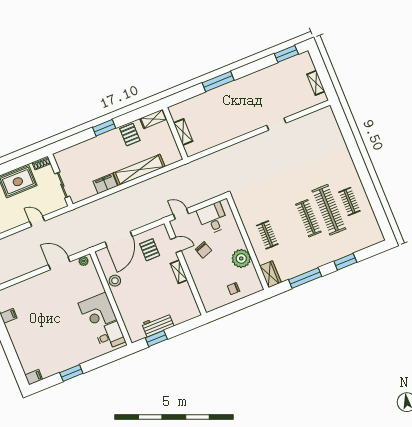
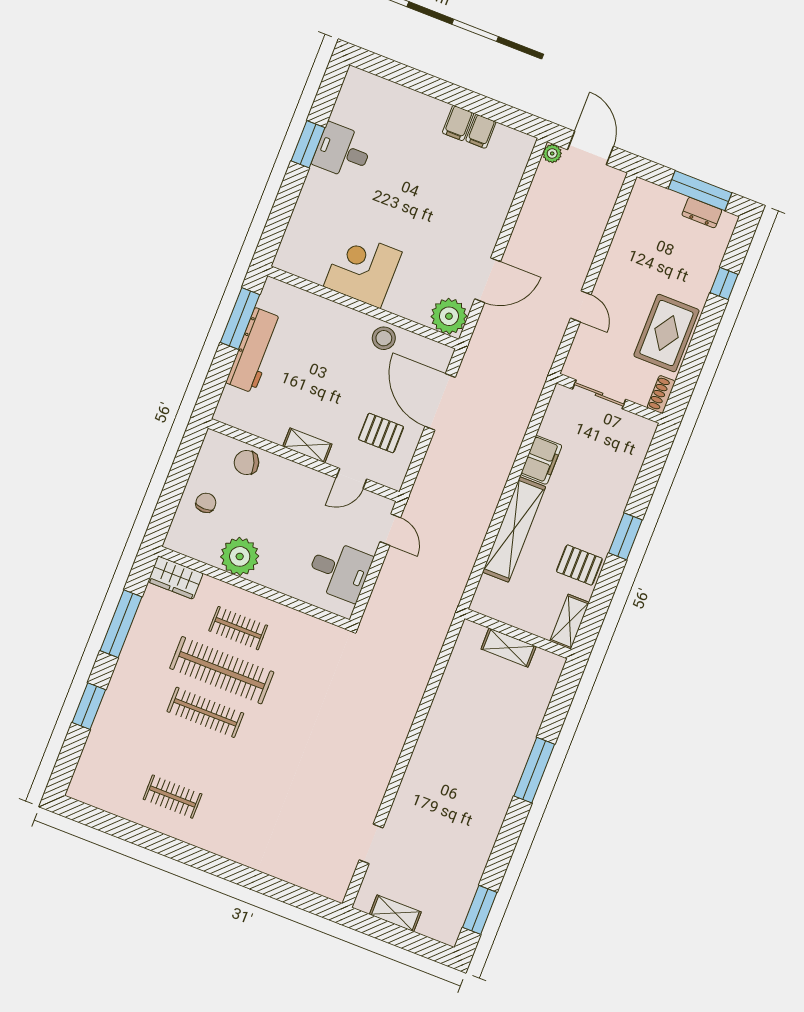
doorway: (276, 124) -> (371, 844), moved
clothes rail: (329, 210) -> (222, 670), moved
door: (181, 214) -> (390, 530), hinge flipped
door: (37, 221) -> (581, 306), hinge flipped
chair: (203, 250) -> (246, 462), moved
plant: (84, 261) -> (449, 316), width x1.87, depth x1.87
workbench: (158, 325) -> (254, 350), width x1.38
desk: (110, 336) -> (343, 151), moved, turned 90
window: (156, 339) -> (240, 318), width x1.44
filing cabinet: (34, 377) -> (458, 123), moved

